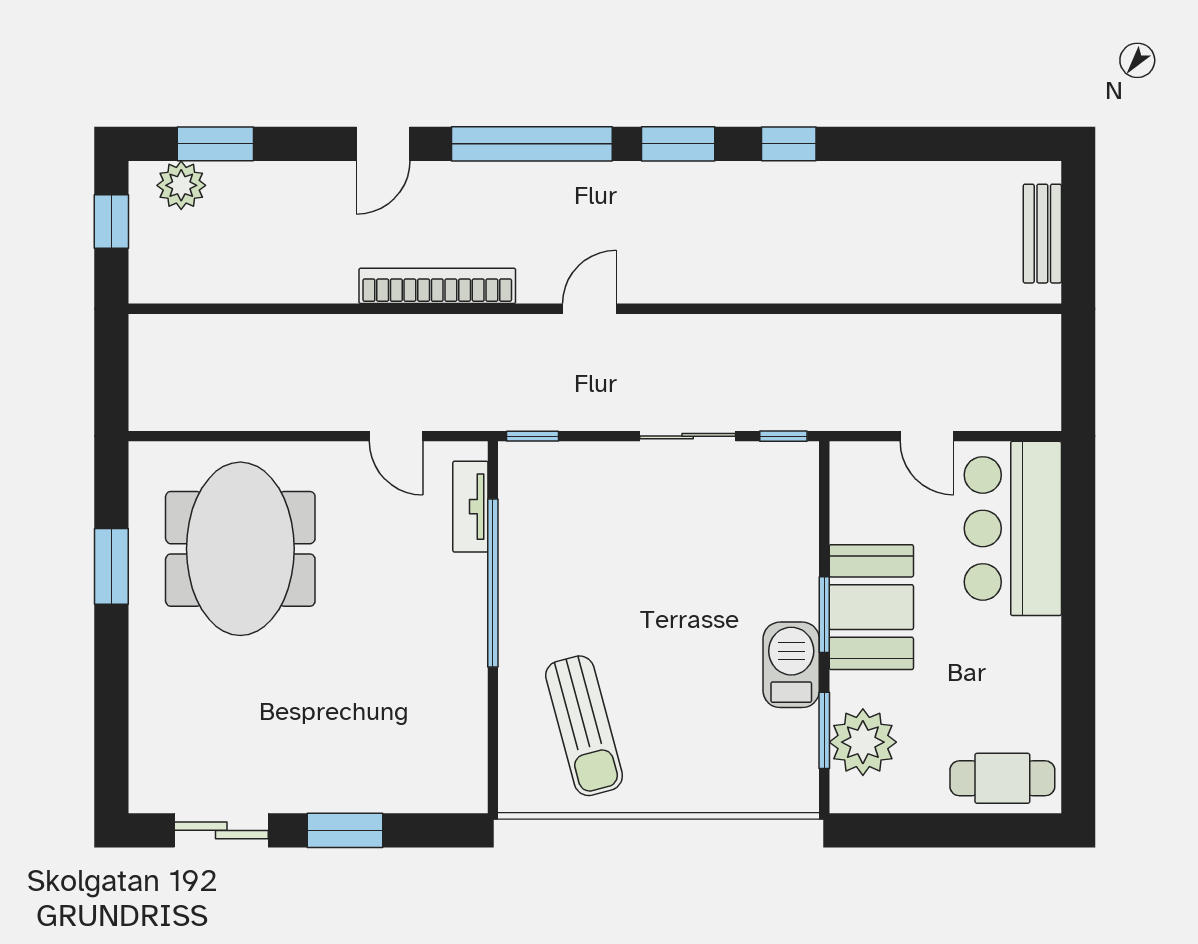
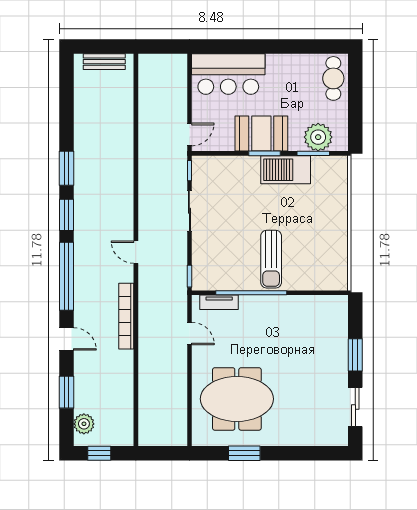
window: (215, 144) -> (67, 392), moved
window: (789, 144) -> (67, 168), width x1.50
door: (396, 436) -> (189, 333), hinge flipped
door: (927, 436) -> (189, 134), moved
barbecue: (791, 665) -> (286, 170), width x1.37, depth x1.21
sun lounger: (584, 726) -> (271, 259), moved, turned 105

